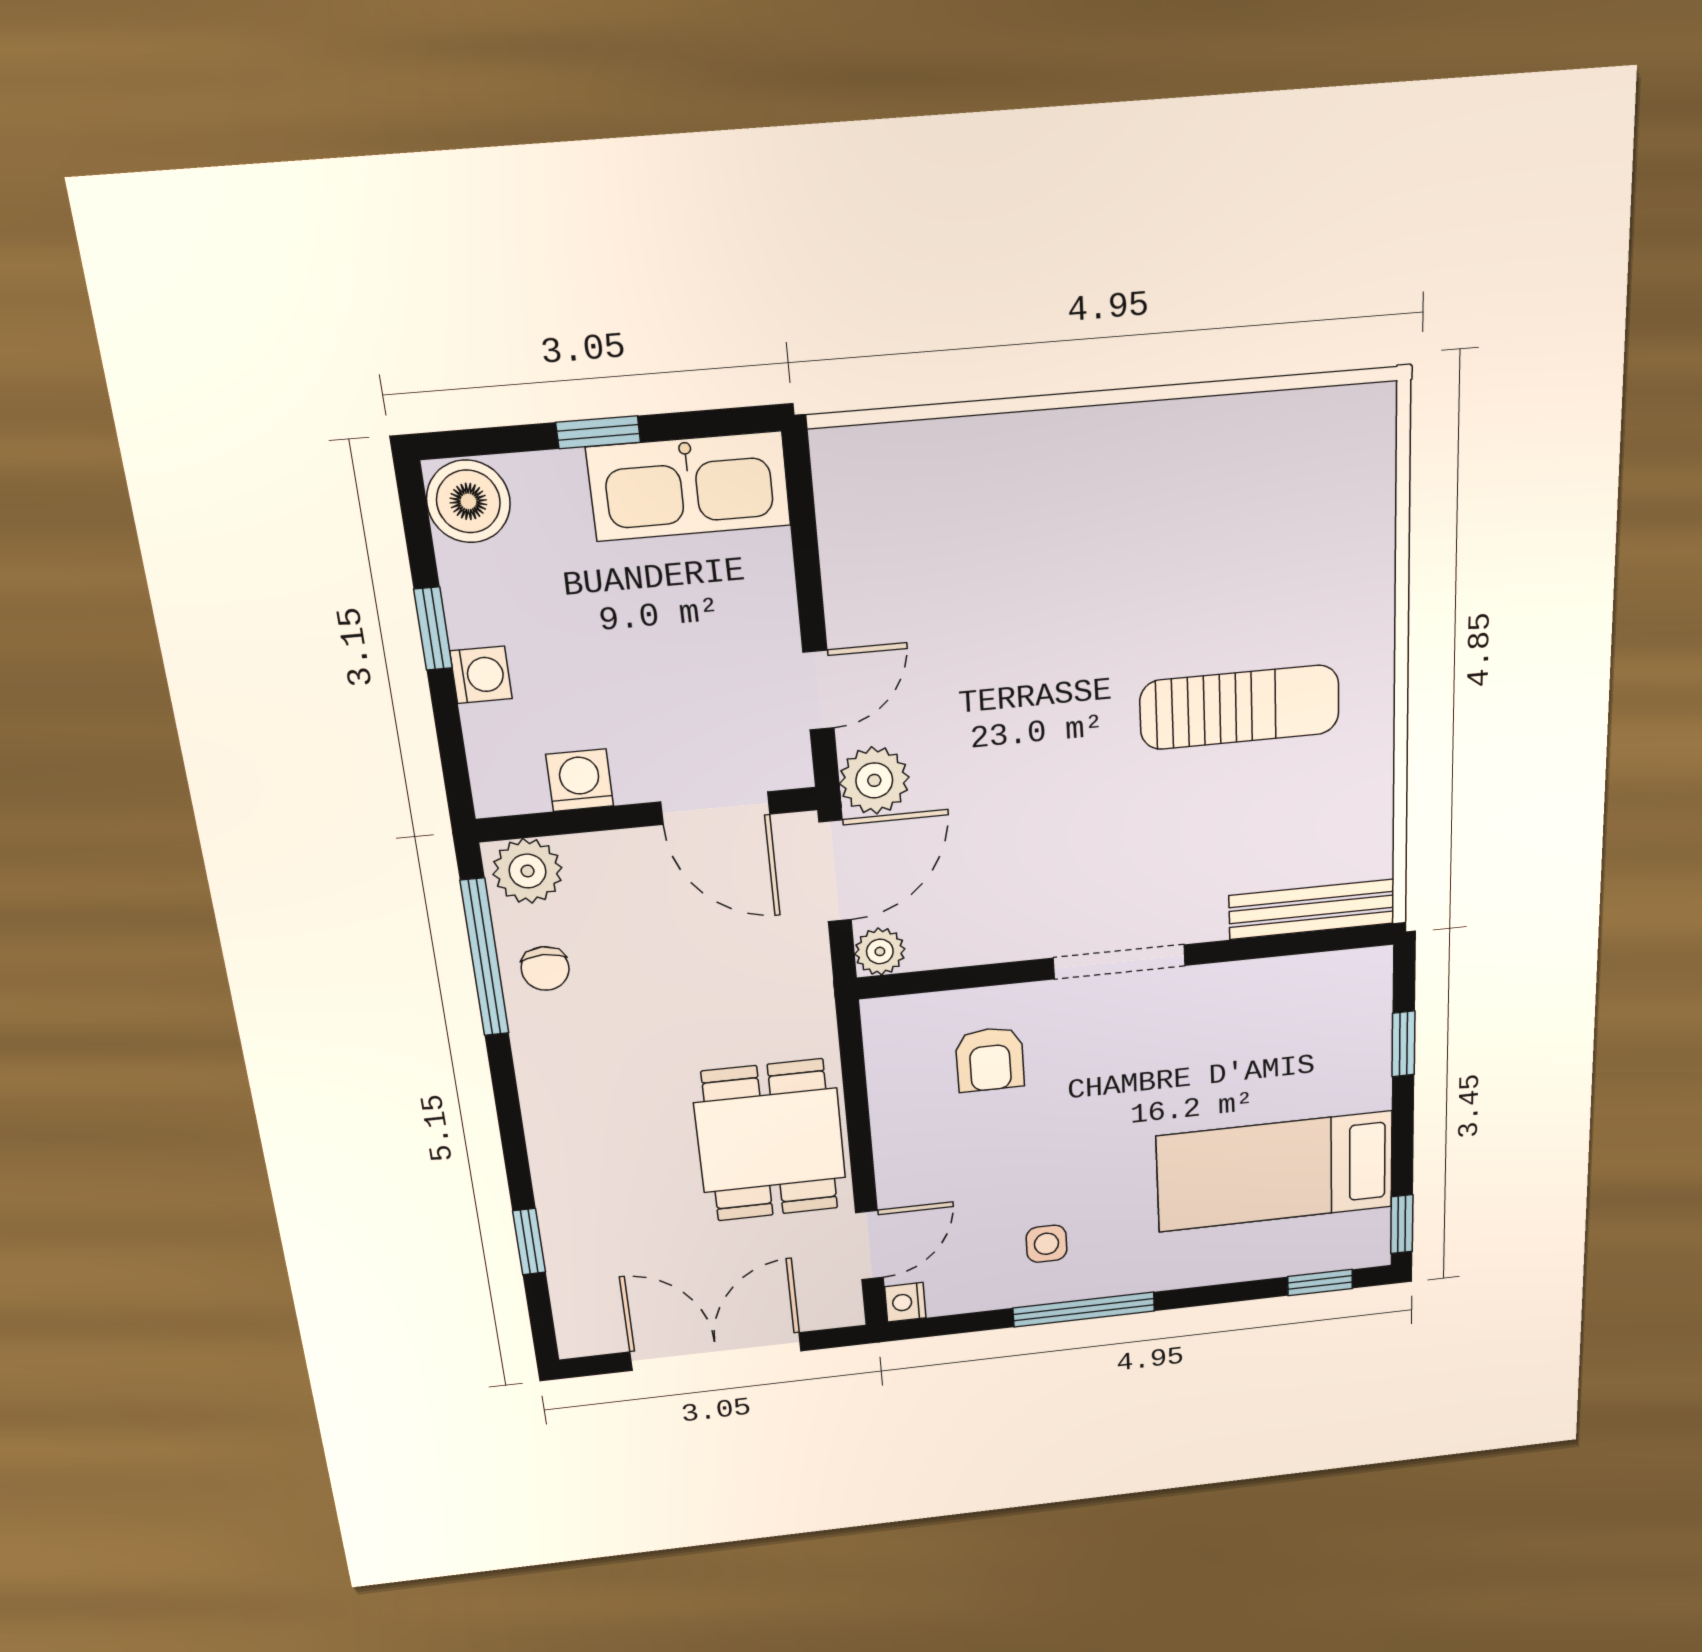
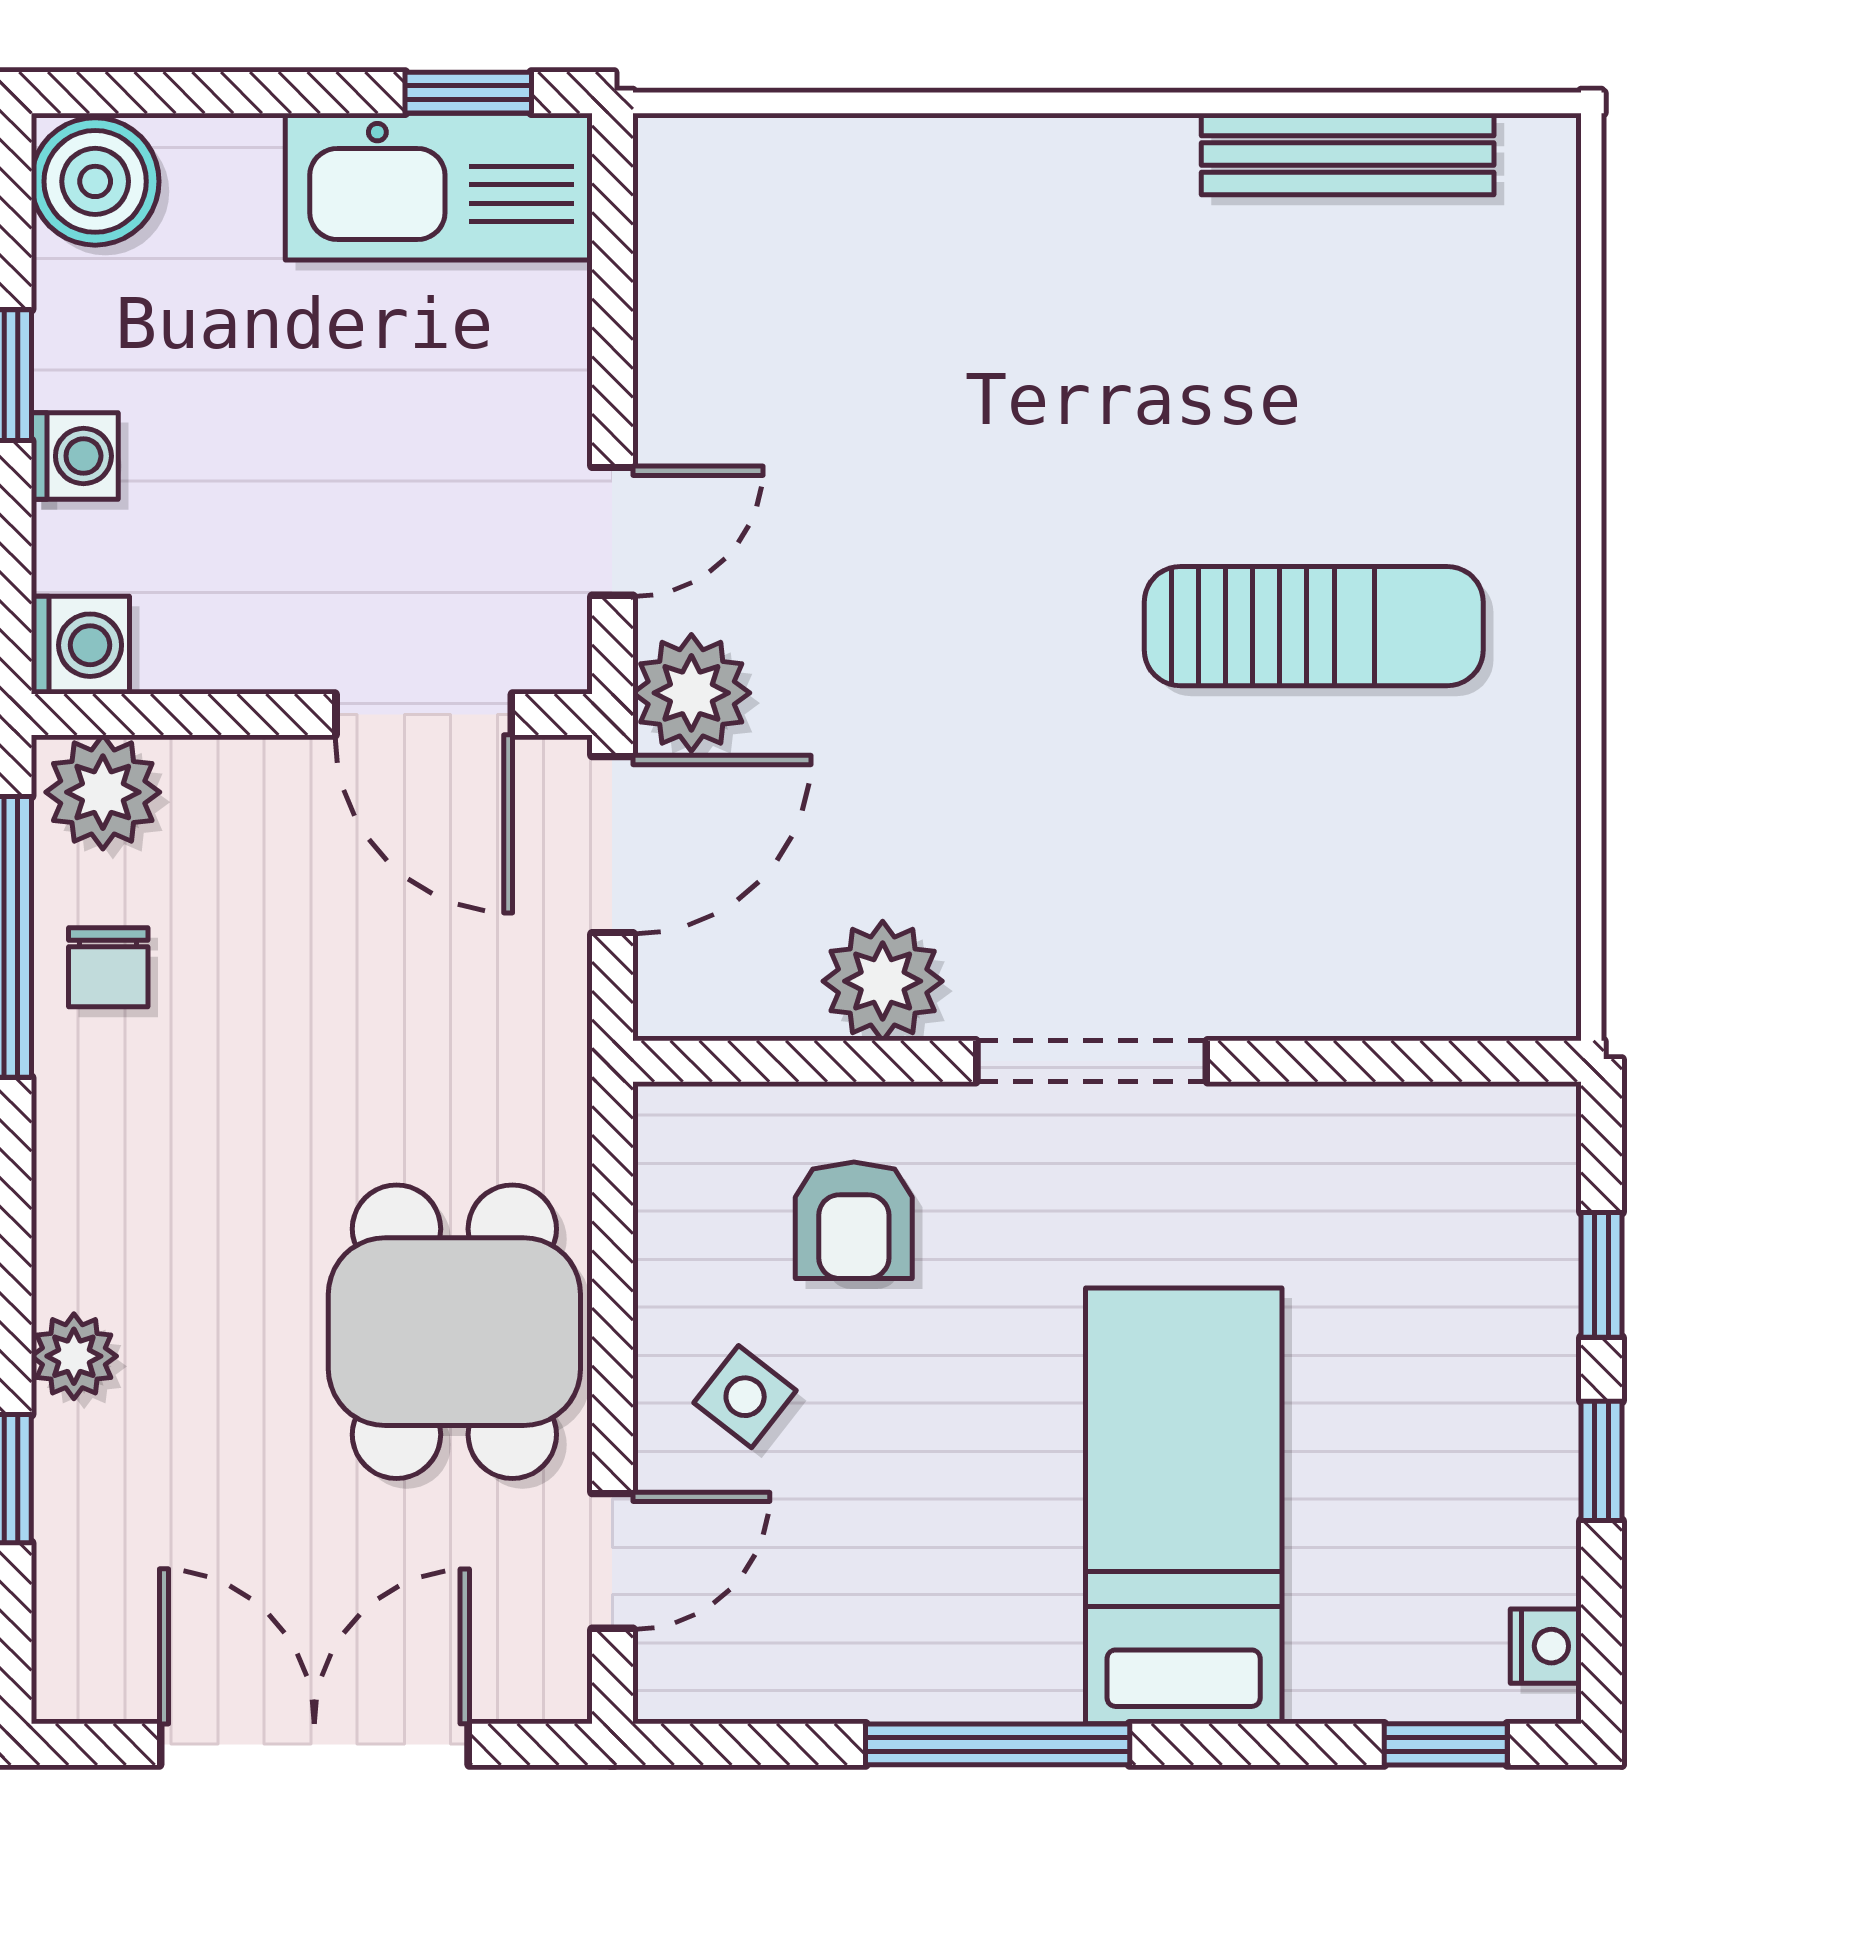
window: (598, 432) -> (468, 93), moved
washing machine: (580, 780) -> (80, 645), moved, turned 90
bench: (1312, 909) -> (1348, 154), moved
plant: (880, 951) -> (883, 981), moved, width x1.38, depth x1.38
bed: (1275, 1172) -> (1184, 1506), moved, turned 90
plant: (556, 1176) -> (74, 1356), added
window: (1402, 1224) -> (1601, 1461), moved
side table: (1046, 1244) -> (745, 1397), moved, turned 38
nightstand: (905, 1302) -> (1546, 1646), moved, turned 180

